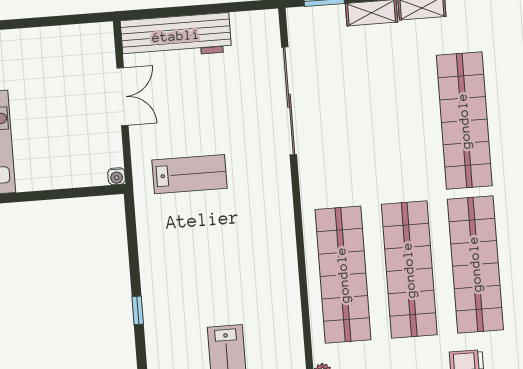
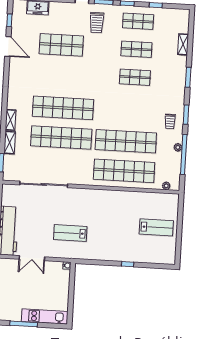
double door: (122, 97) -> (32, 258), swing flipped
lab bench: (190, 174) -> (70, 233), turned -90
shop shelf: (475, 264) -> (61, 138), moved

